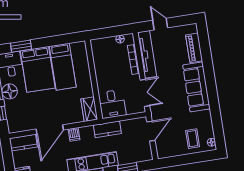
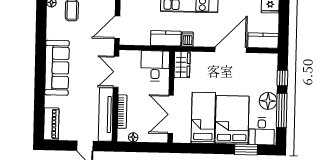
piano: (194, 48) -> (51, 124), moved
double door: (91, 65) -> (171, 114), added
dishwasher: (74, 134) -> (187, 39), moved

